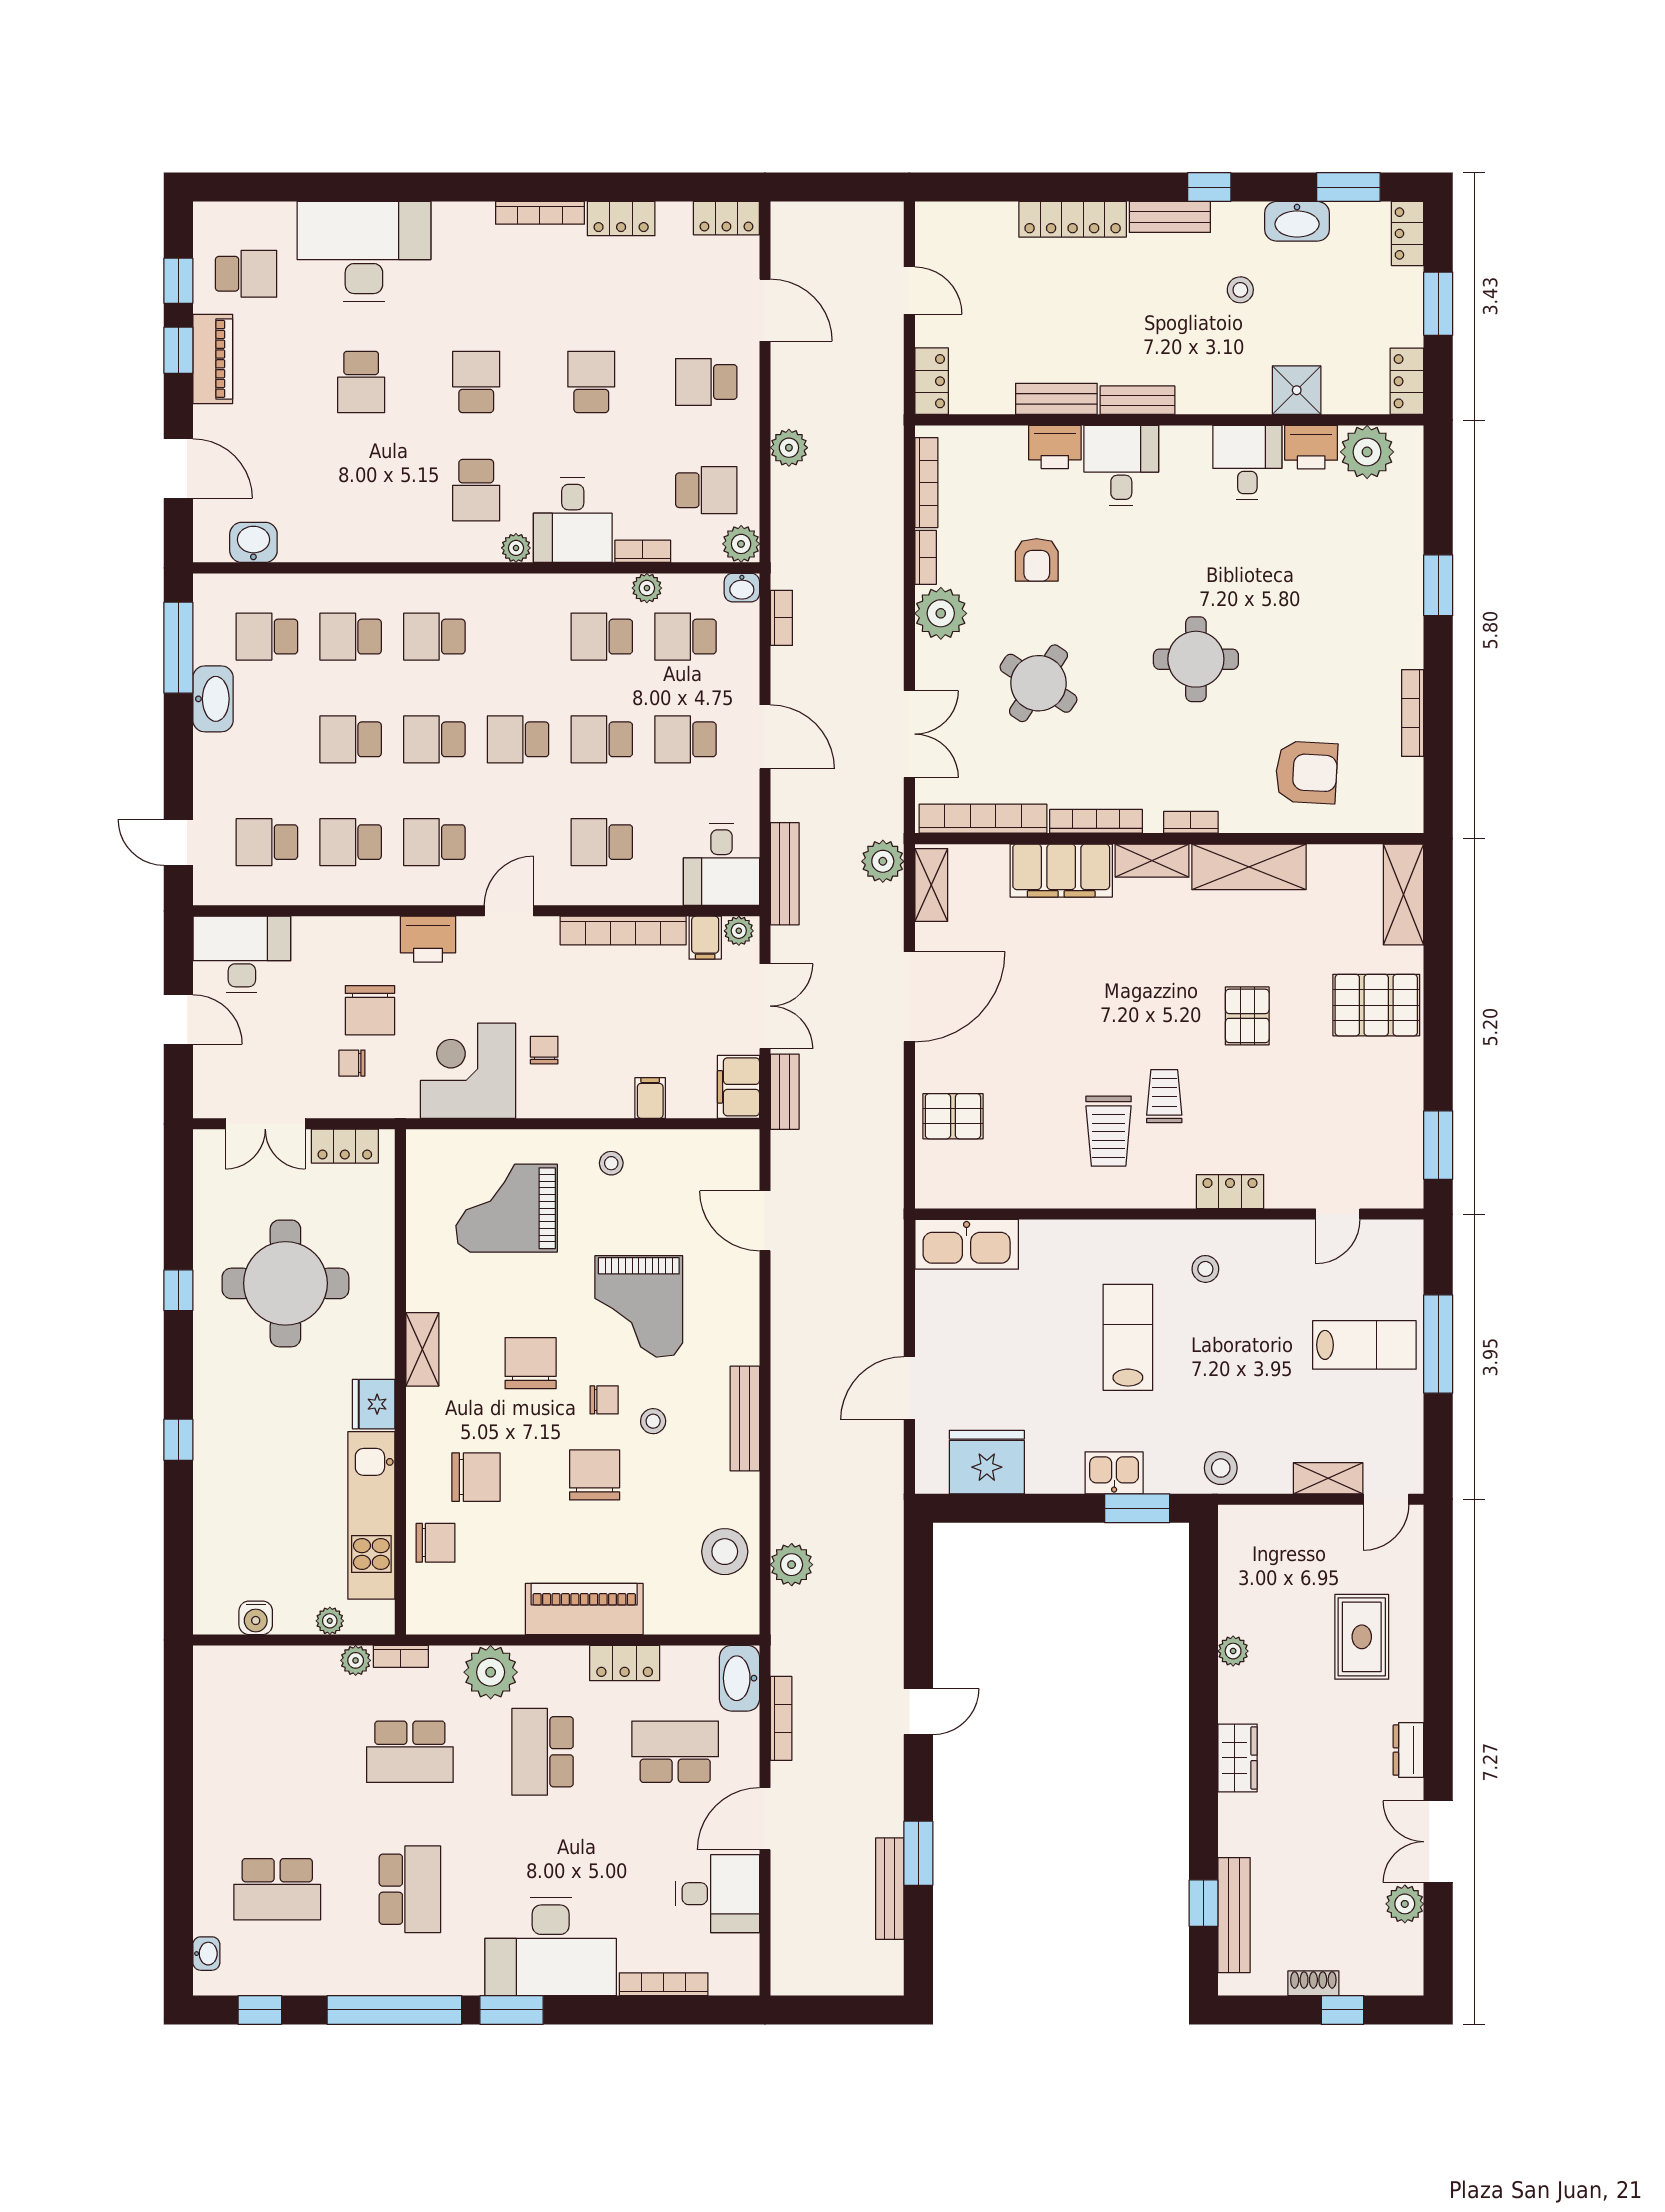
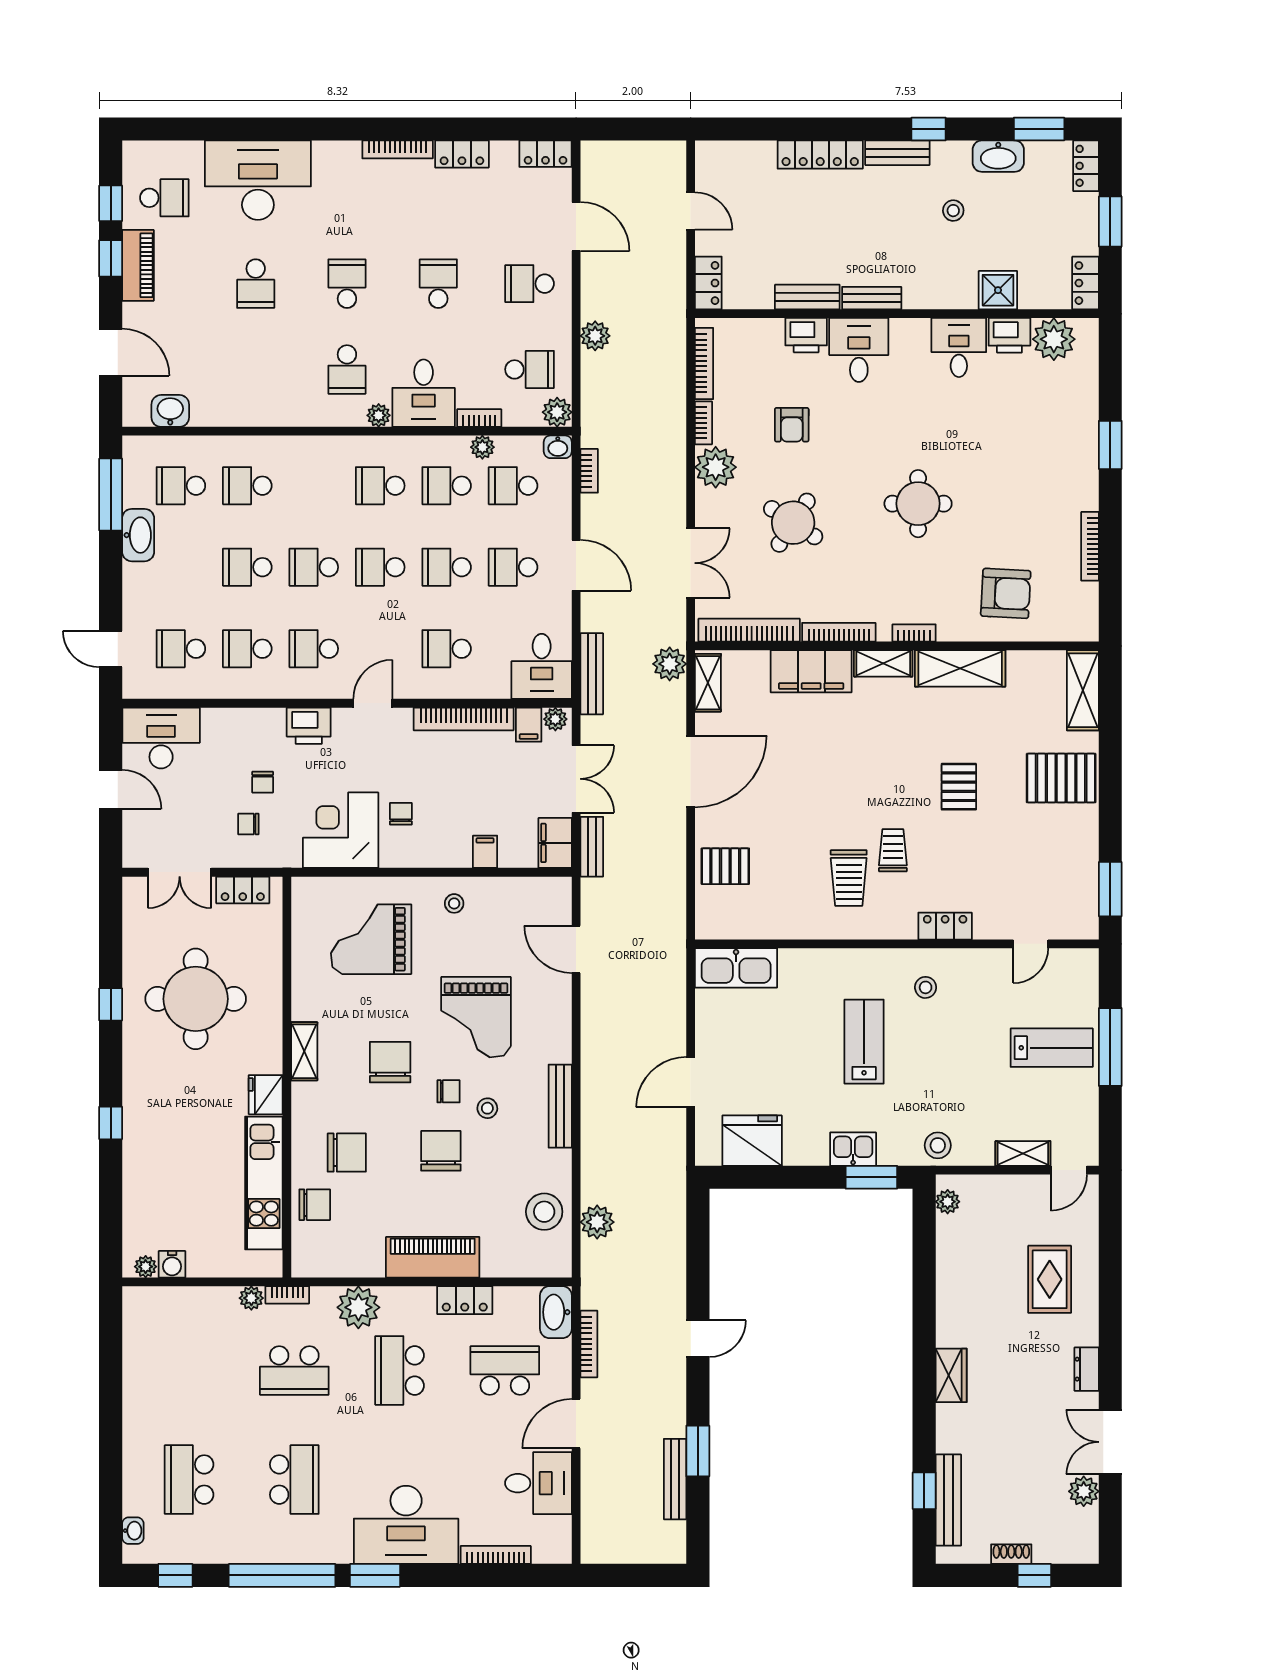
school desk: (434, 637) -> (380, 486), moved
chair: (370, 1010) -> (263, 782), width x0.54, depth x0.54
plant: (330, 1621) -> (146, 1267), moved
plant: (1233, 1651) -> (948, 1202), moved
school desk: (277, 1889) -> (189, 1480), turned 90

